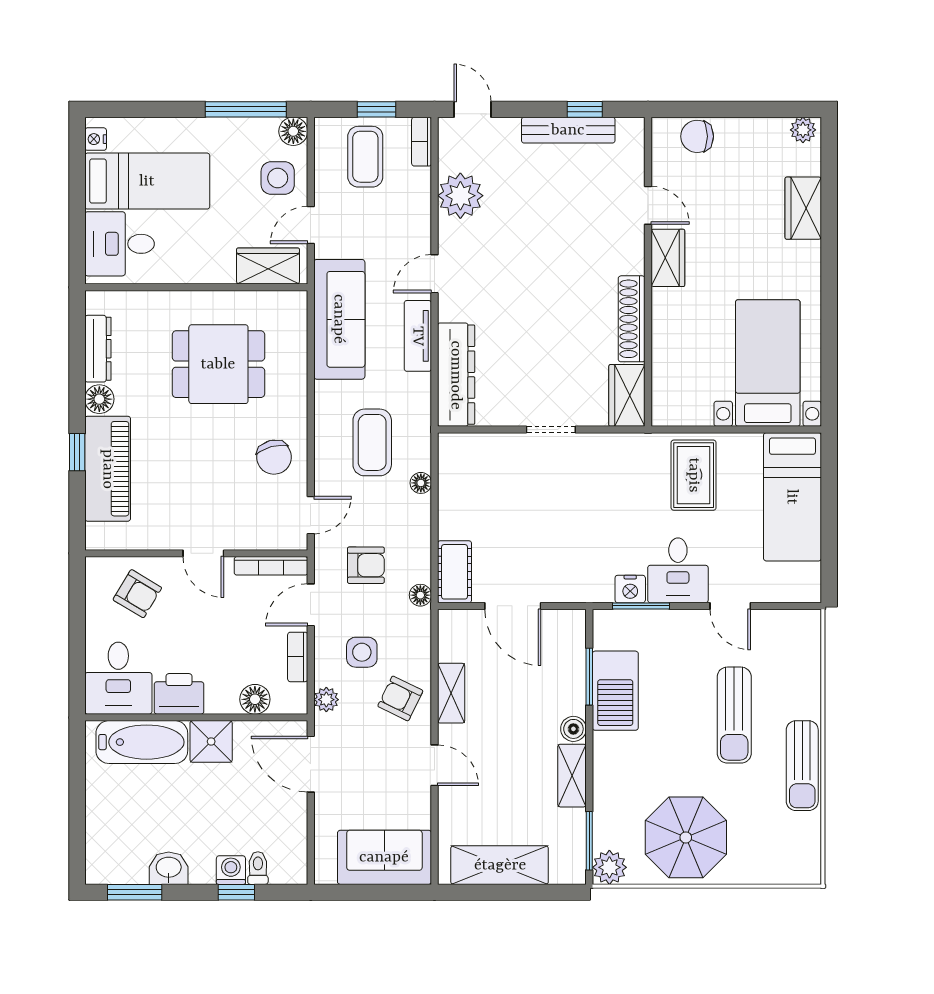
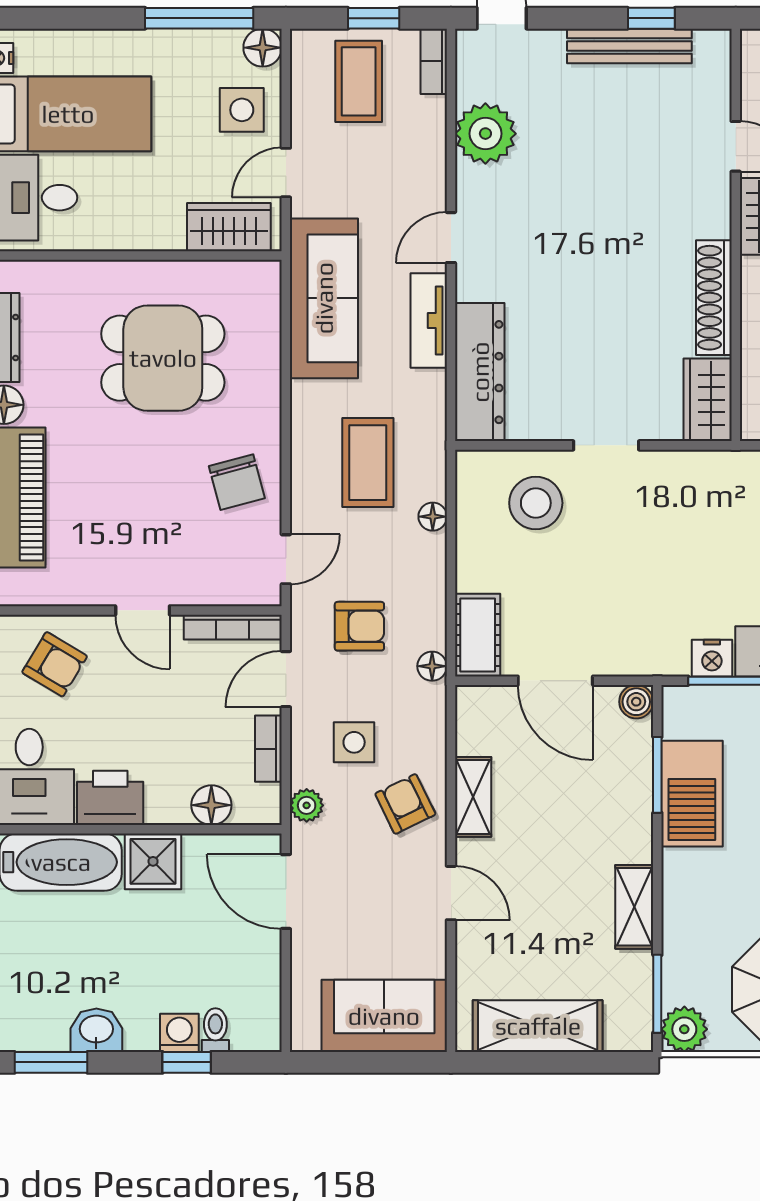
stool: (498, 473) -> (536, 503), added
armchair: (400, 698) -> (405, 804), turned 38
boiler: (573, 729) -> (636, 702), moved

